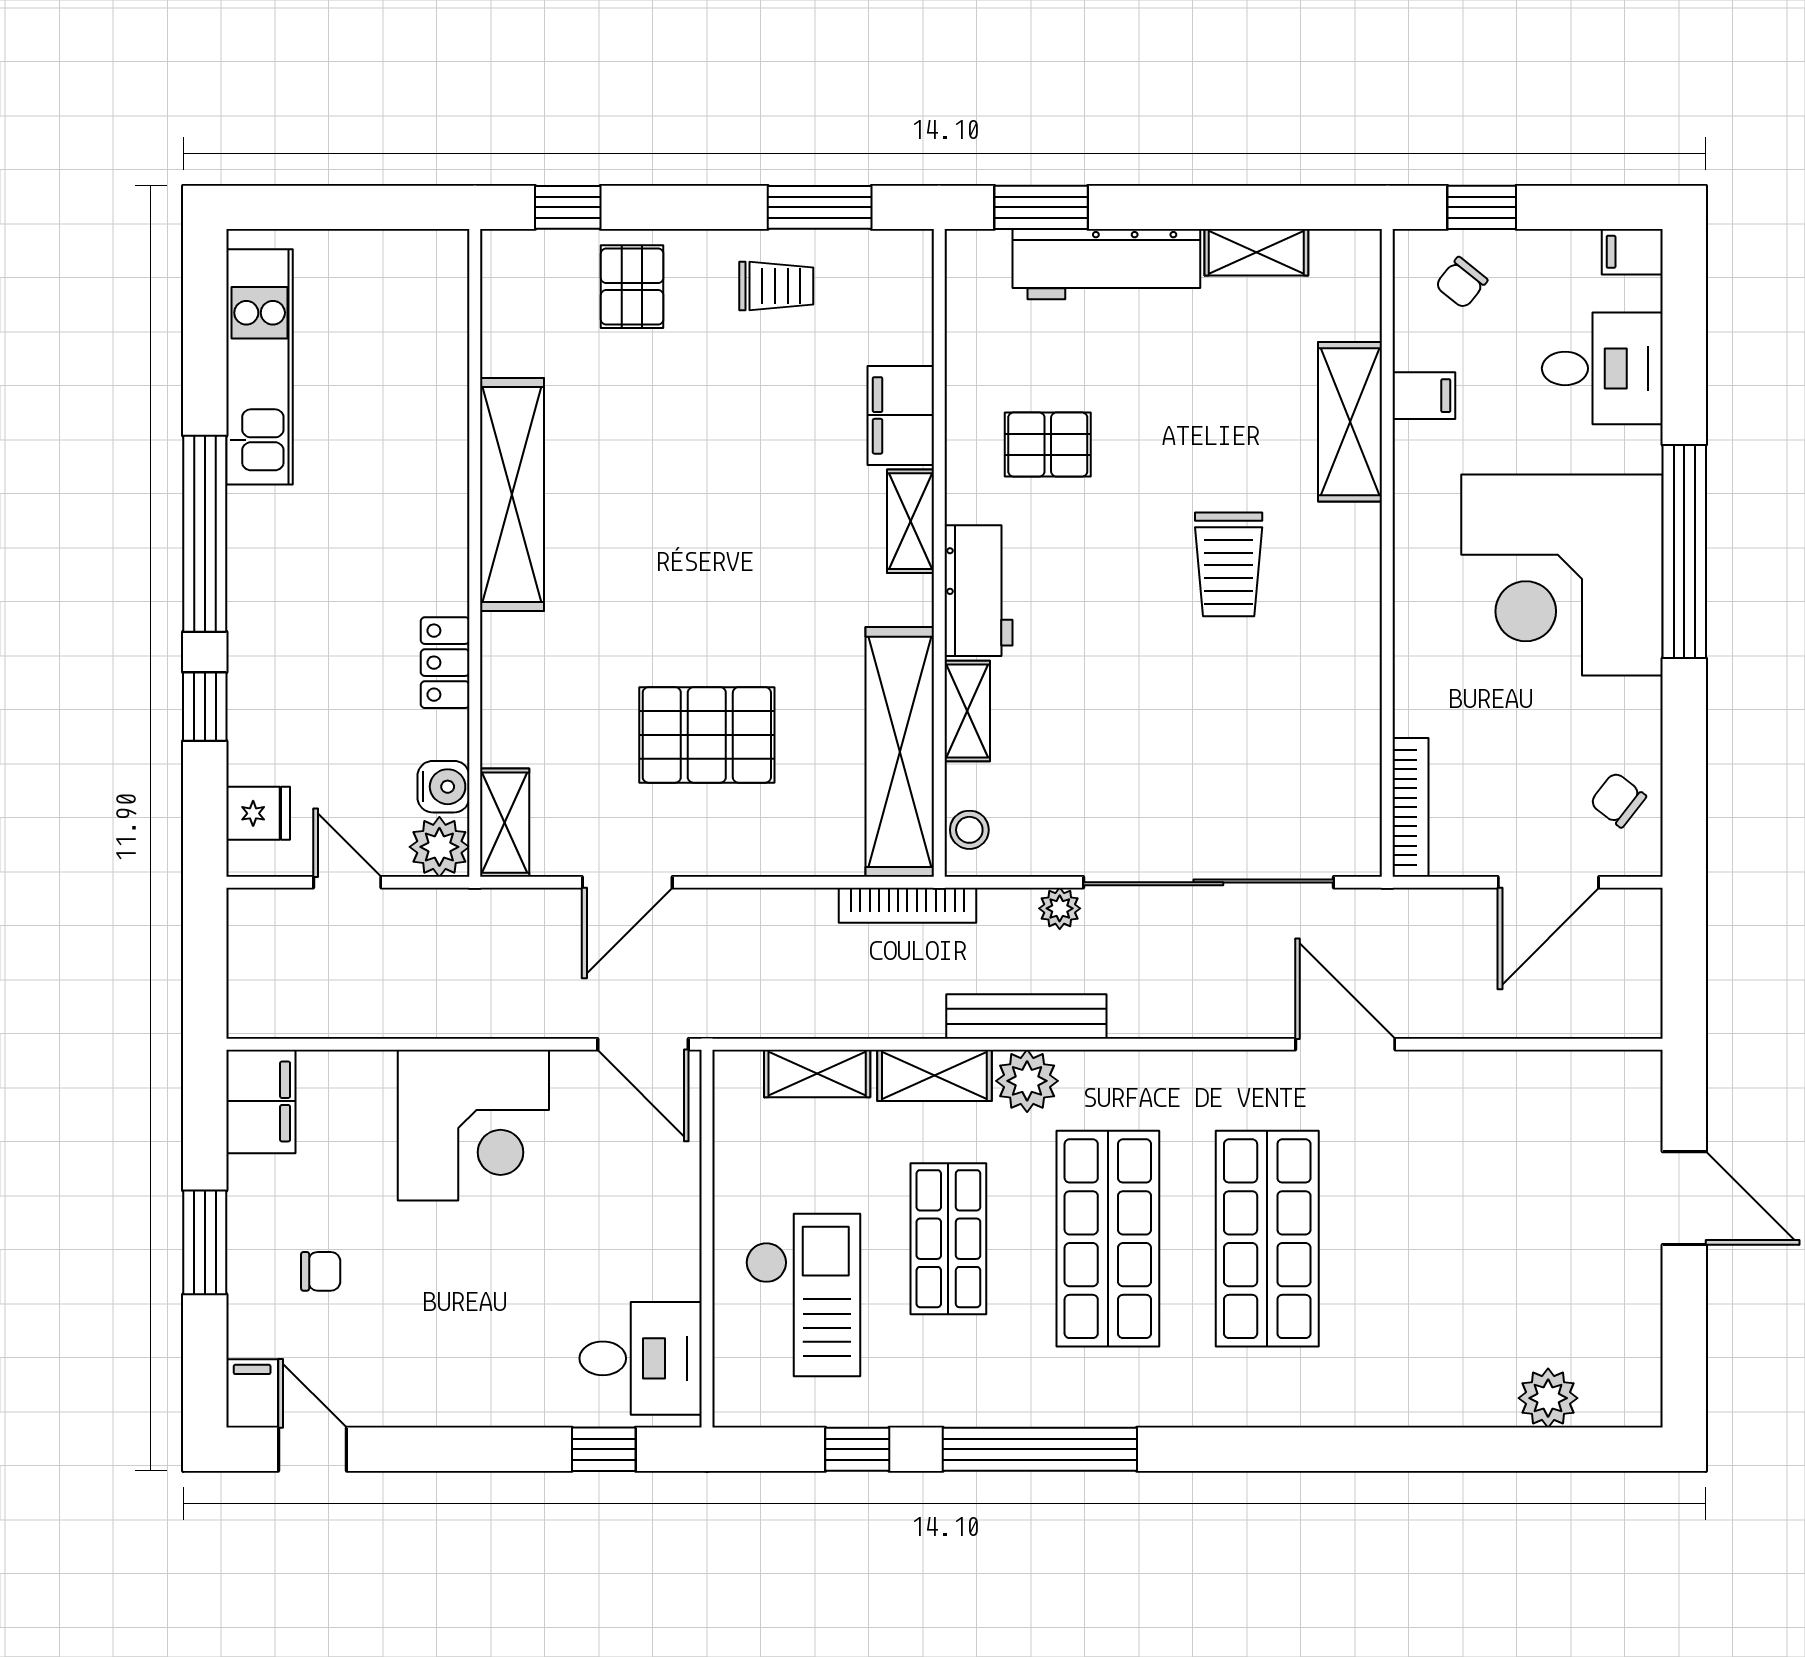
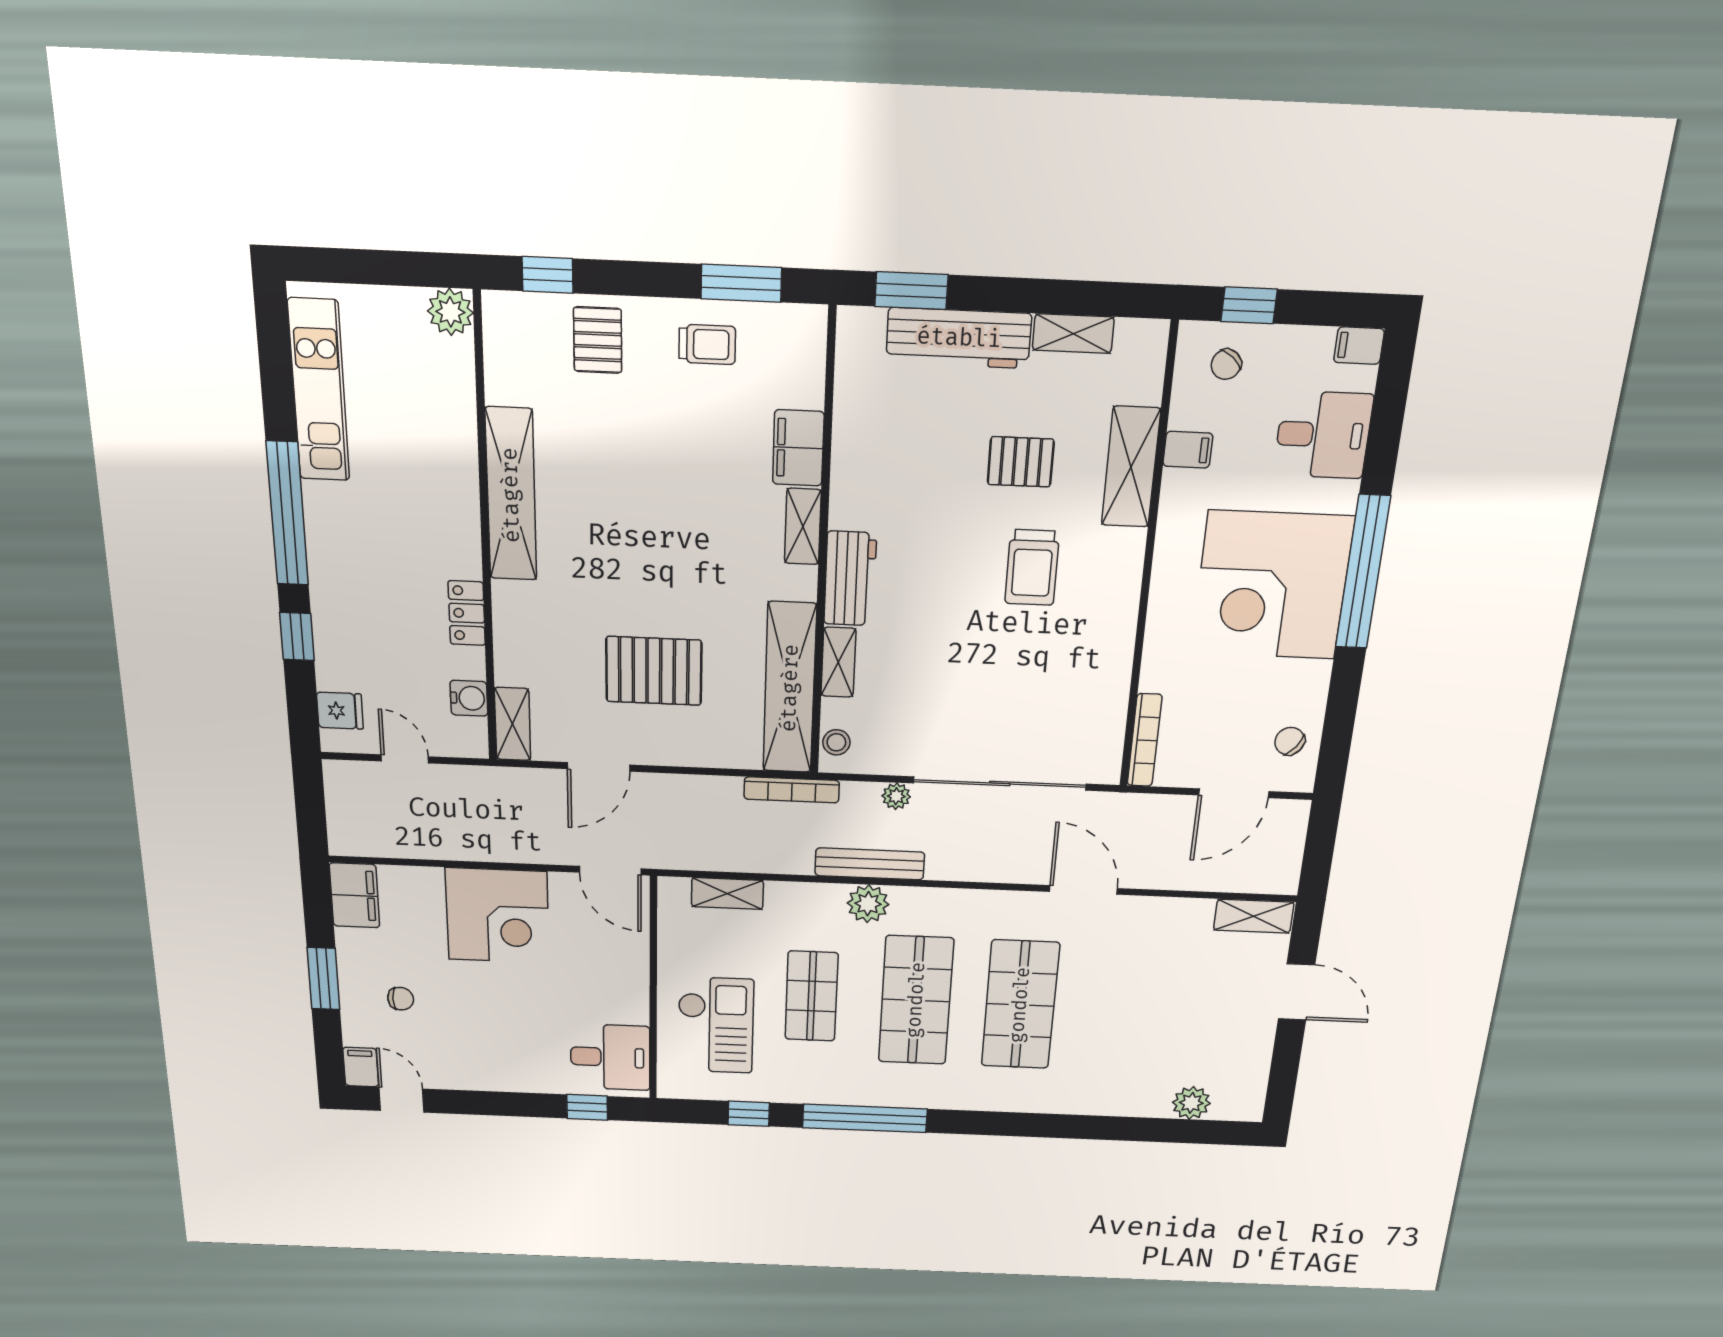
pallet: (1048, 445) -> (1021, 462), moved
plant: (439, 847) -> (450, 312), moved
shelving: (934, 1075) -> (1254, 916), moved

